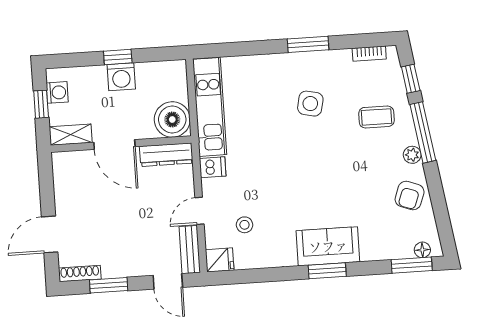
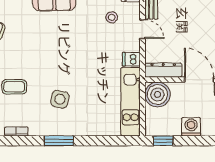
window: (118, 57) -> (163, 141), moved
door: (200, 211) -> (143, 29), hinge flipped

